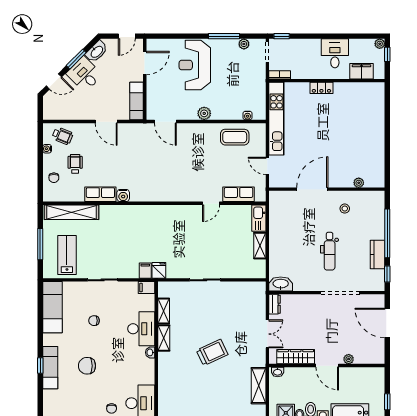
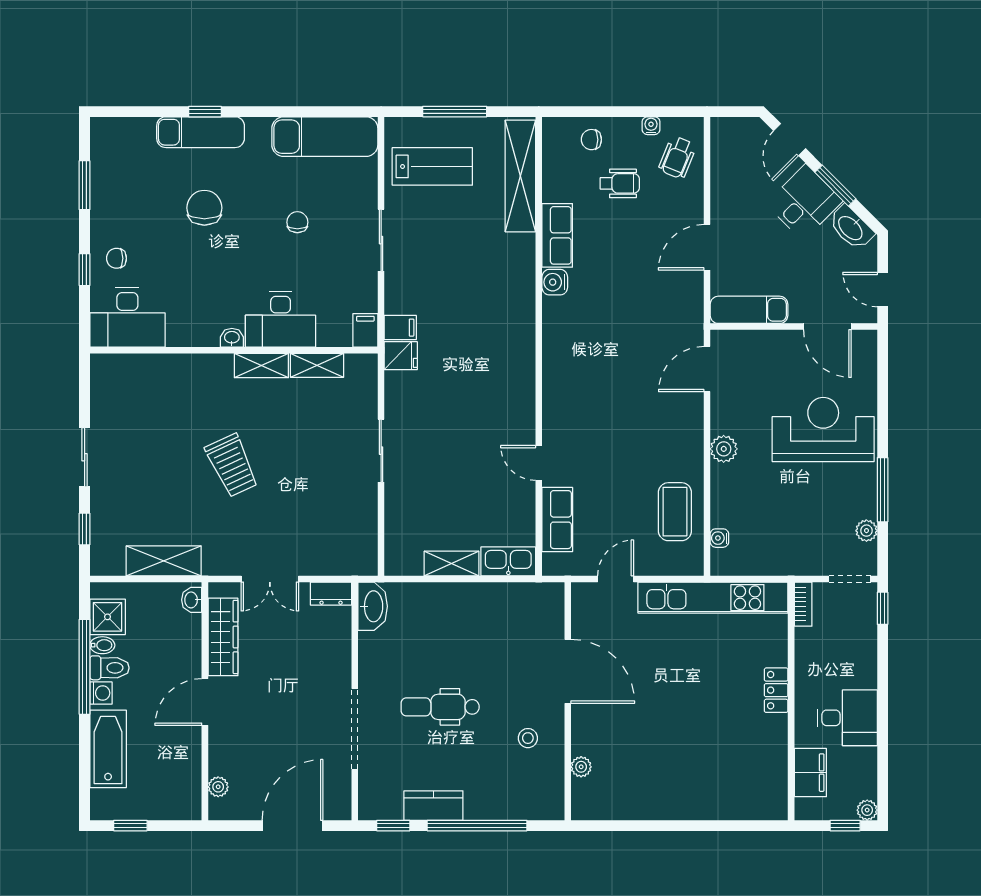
plant: (349, 359) -> (218, 787), moved

